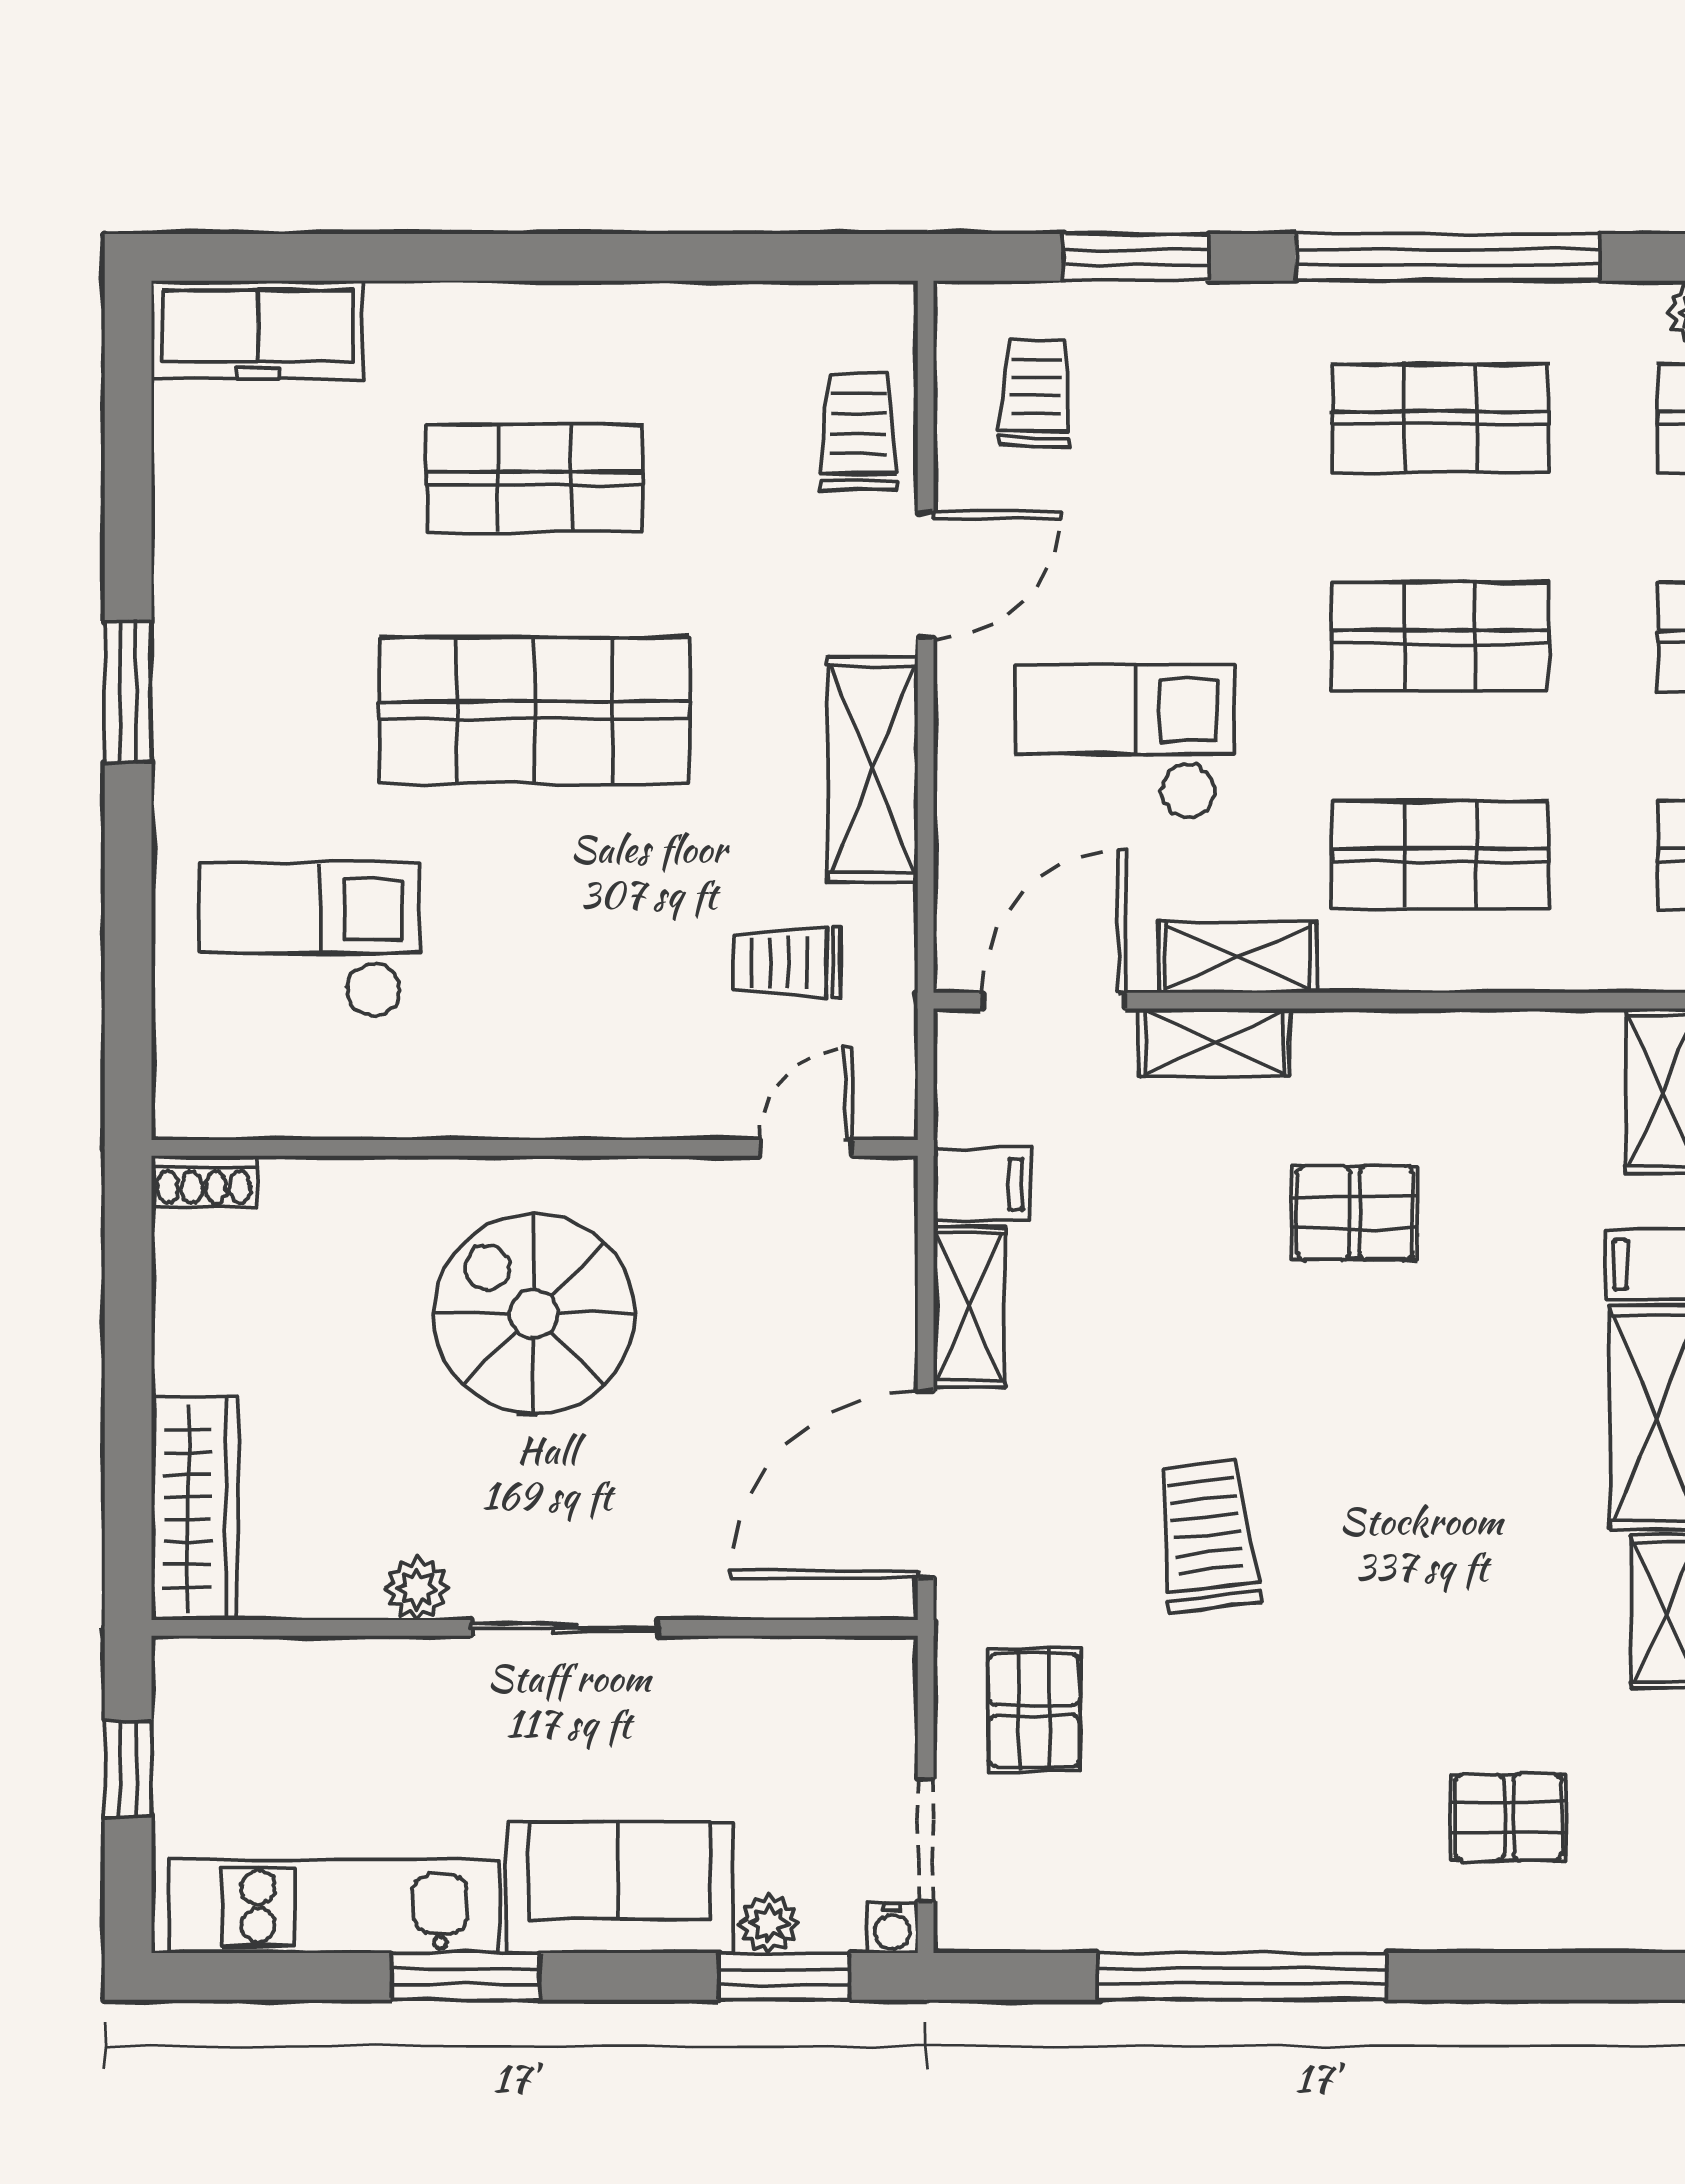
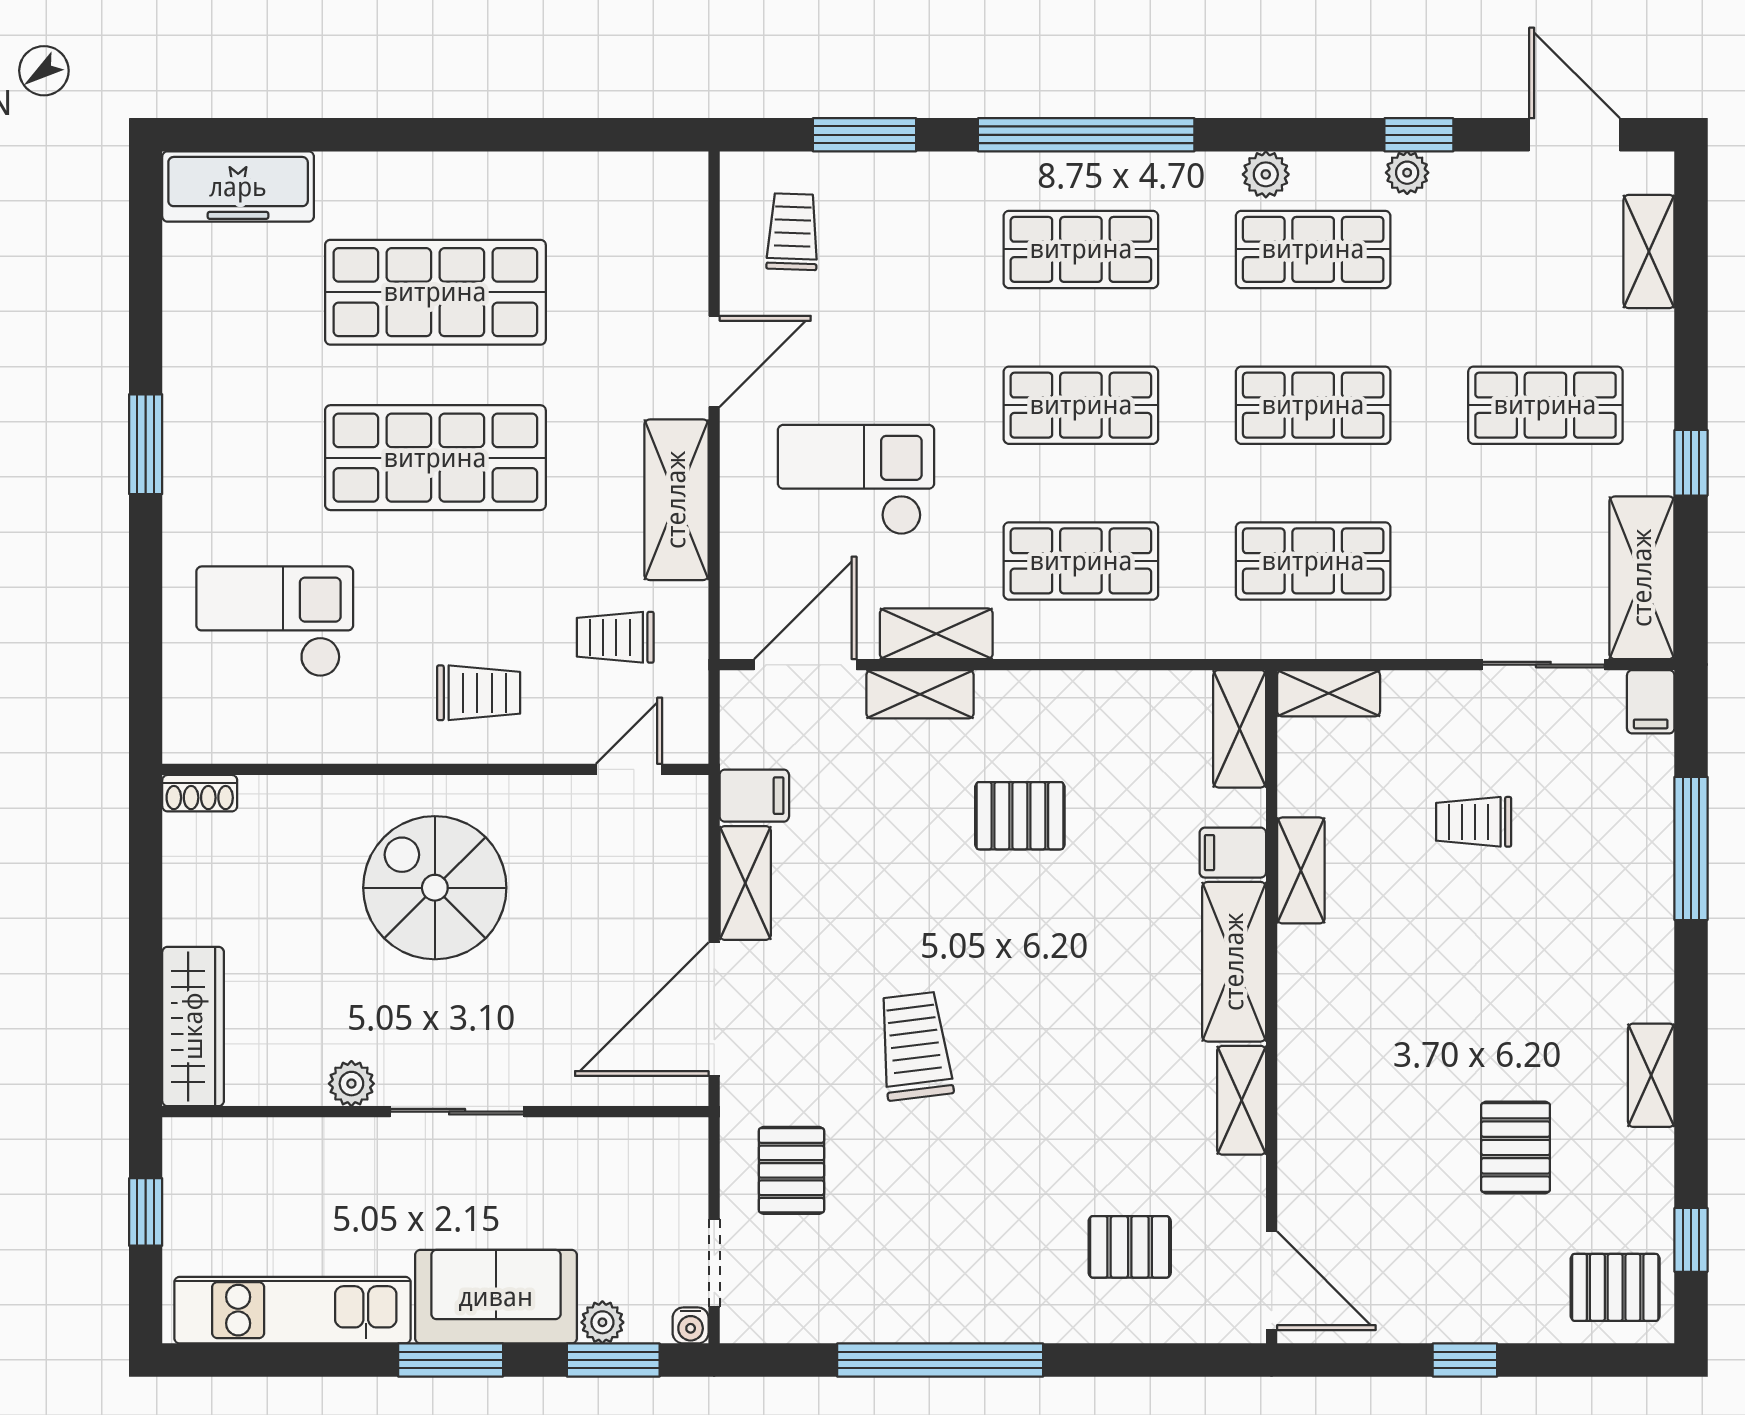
trolley: (858, 432) -> (479, 693), moved, turned 90
shop shelf: (535, 478) -> (435, 292), width x1.43, depth x1.36
window: (466, 1976) -> (451, 1360), moved

